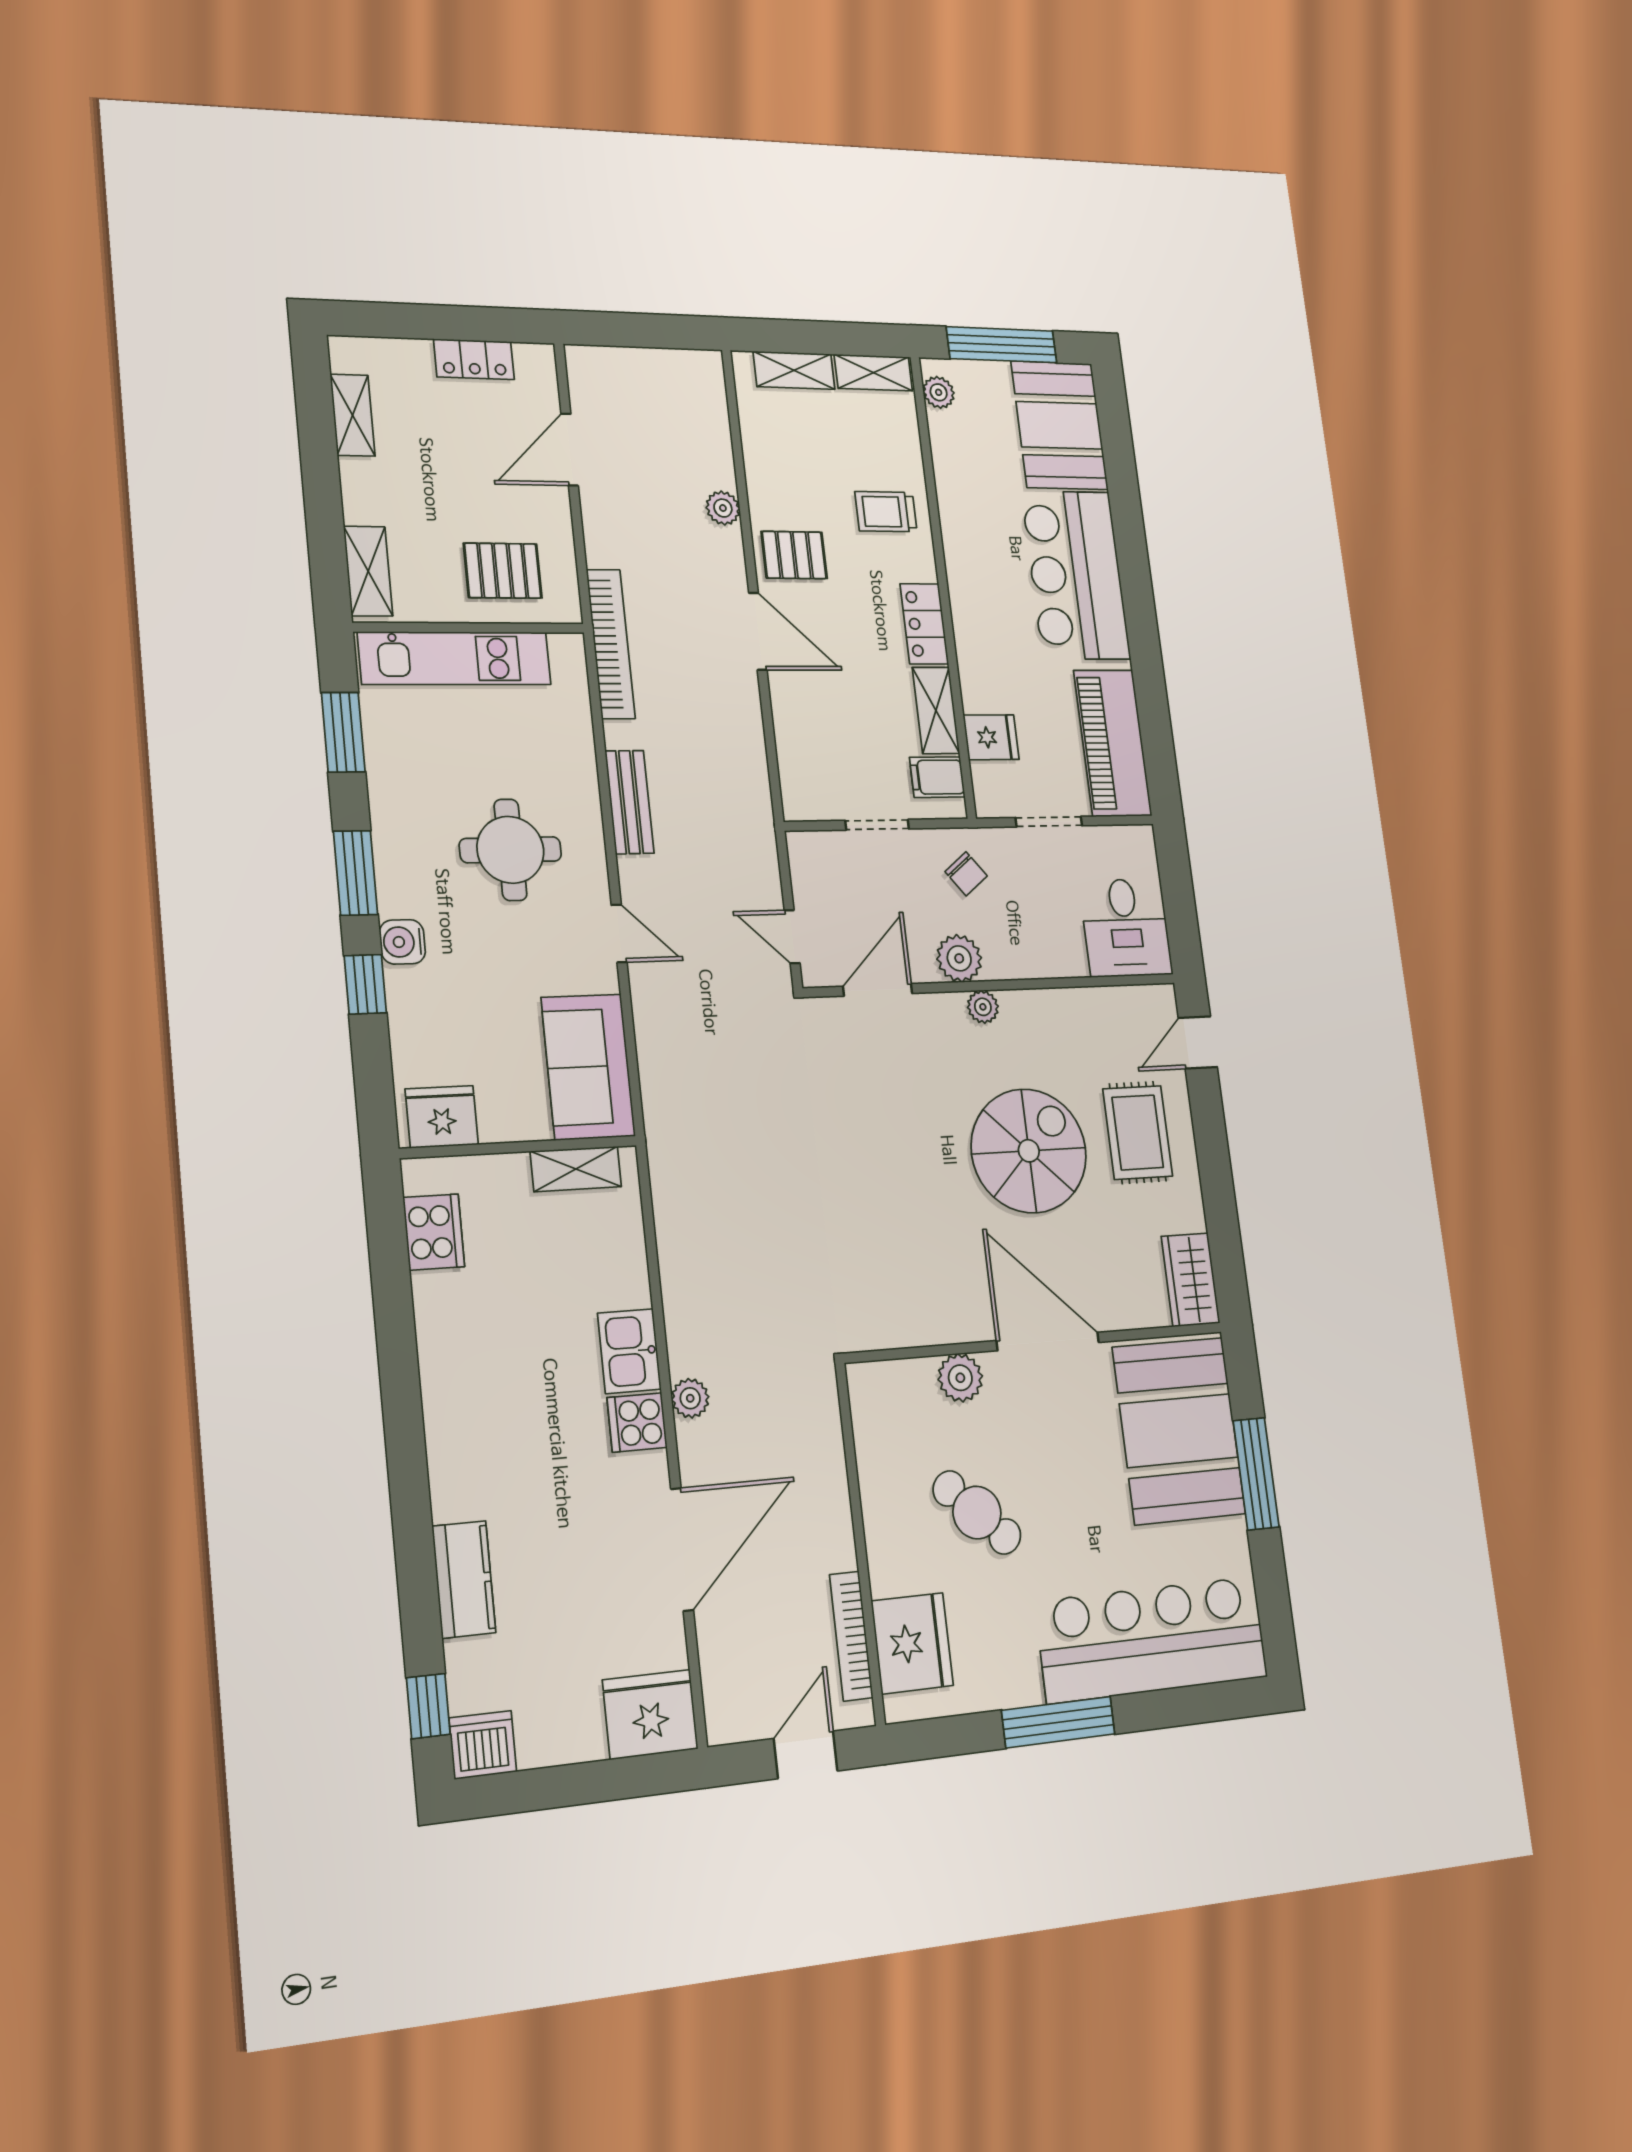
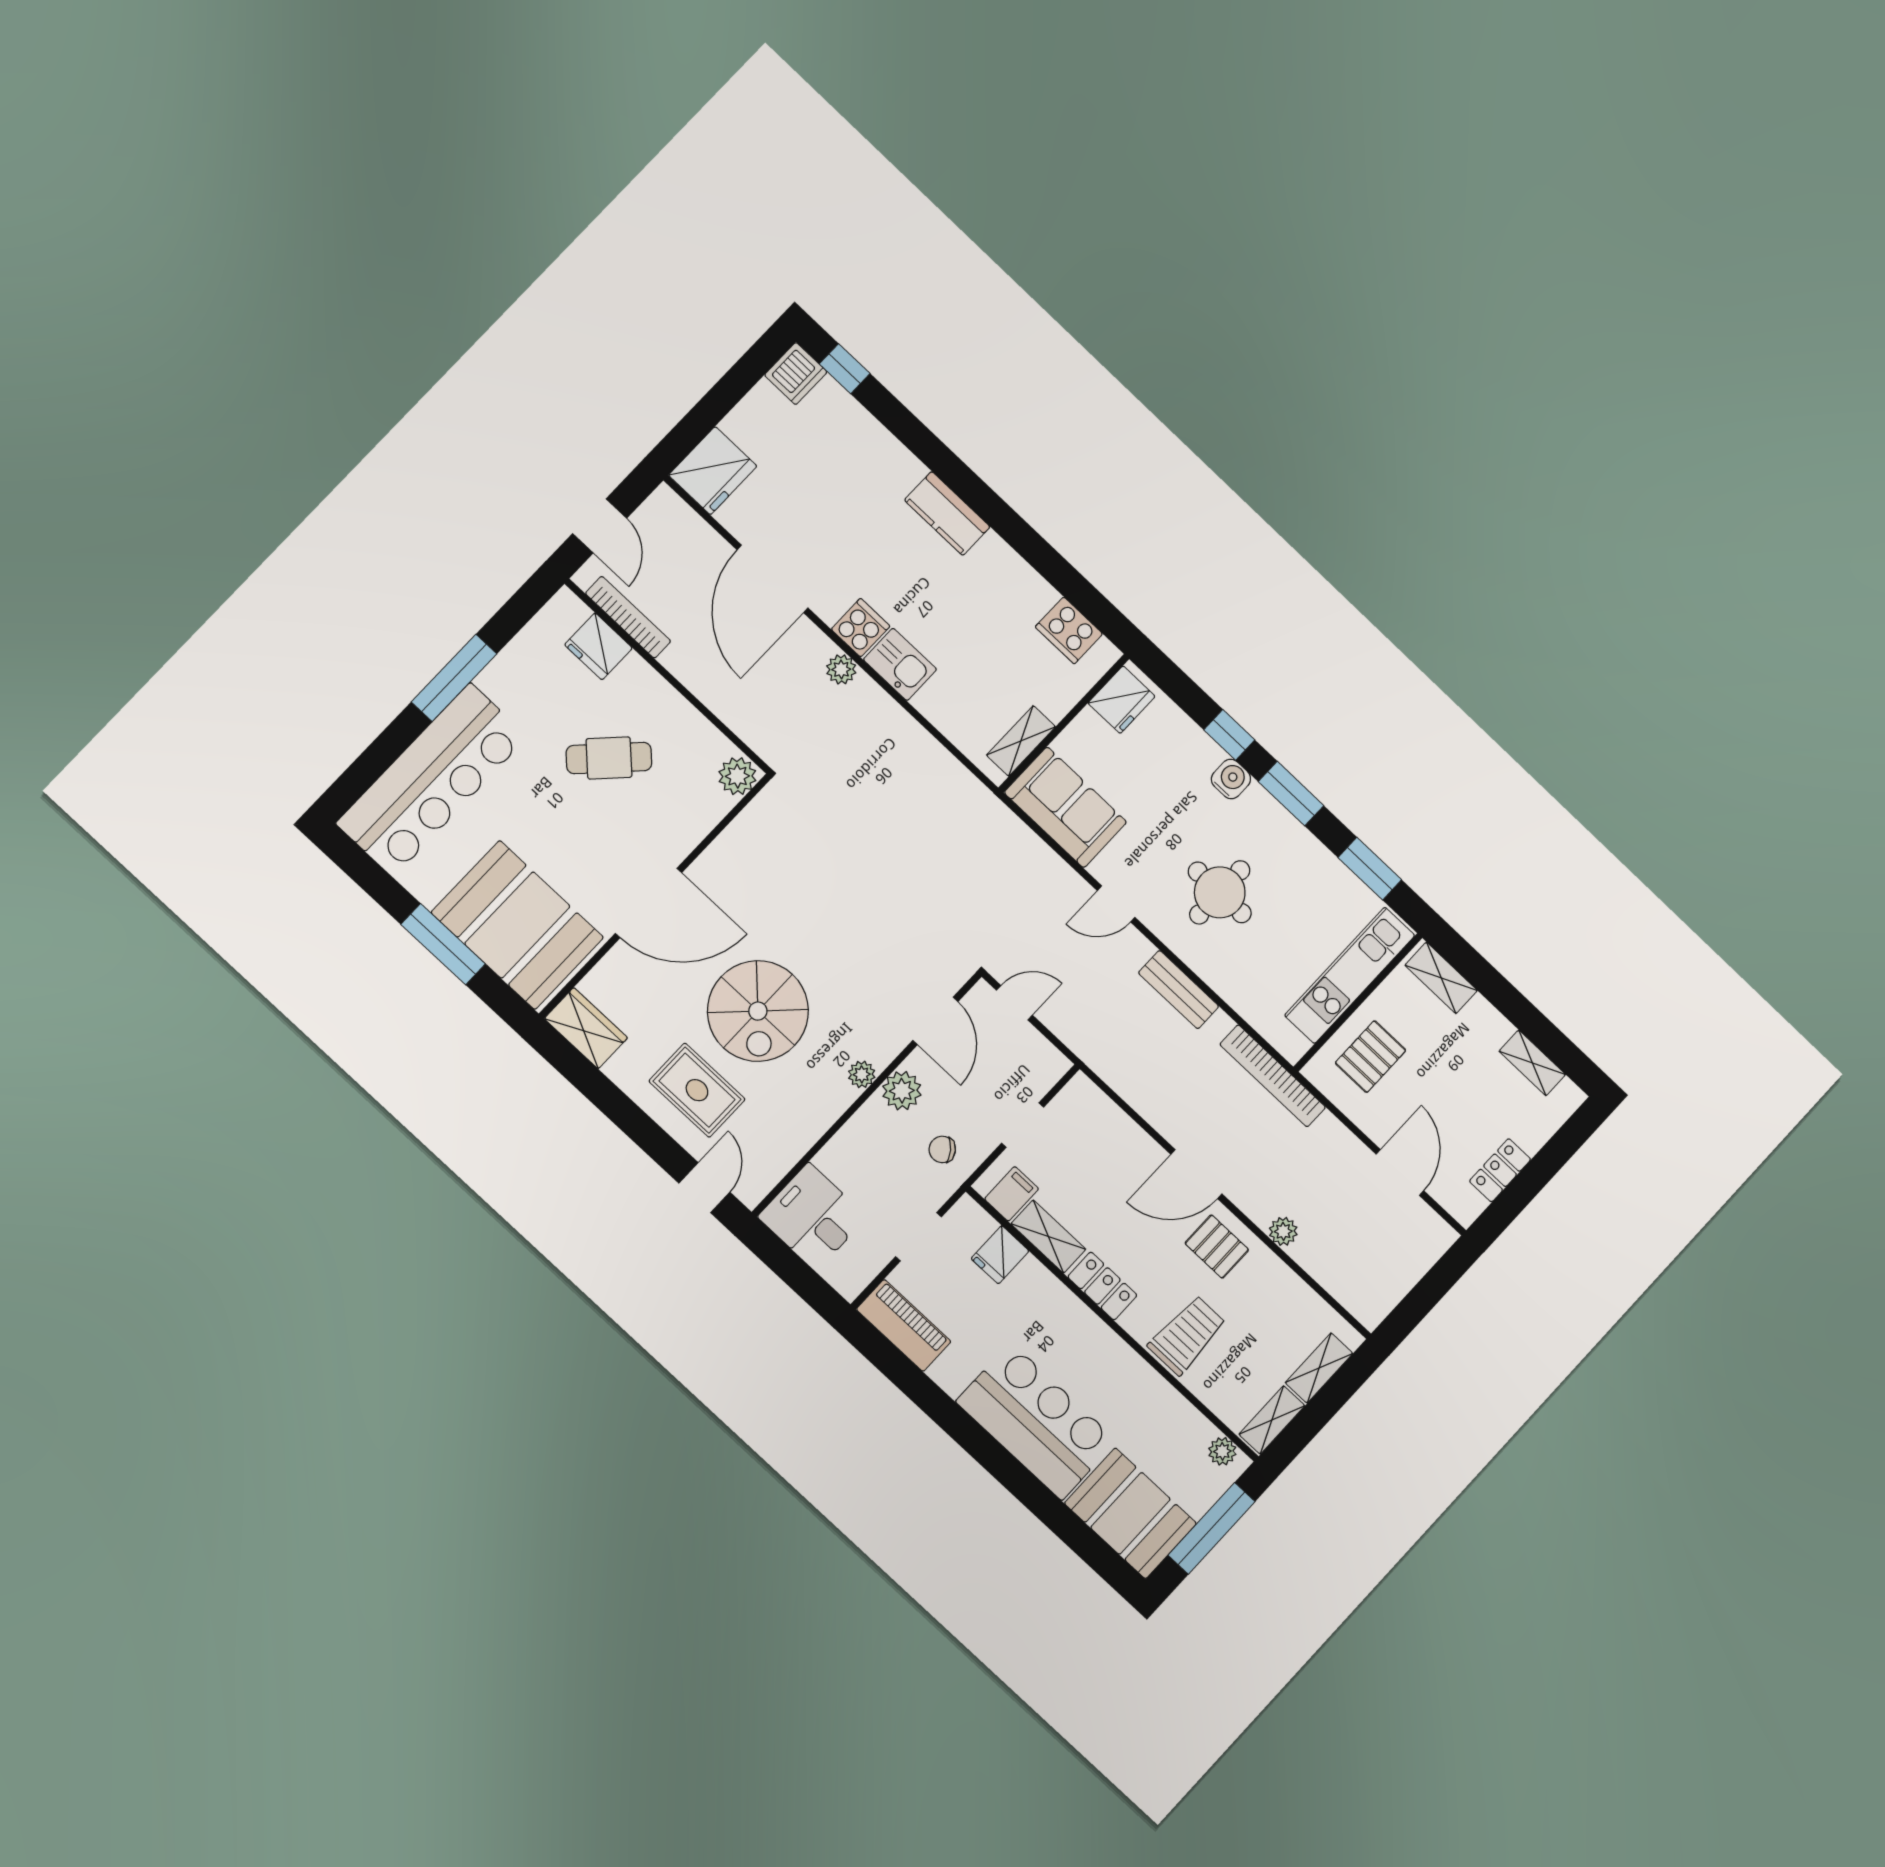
trolley: (886, 512) -> (1187, 1335), width x1.36, depth x1.39
pallet: (794, 555) -> (1217, 1247), turned 90
piano: (1113, 743) -> (904, 1325), width x0.73, depth x0.75
plant: (960, 1378) -> (737, 776), moved
kitchen counter: (464, 1579) -> (947, 513), moved
fridge: (912, 1643) -> (598, 646), width x0.73, depth x0.75

